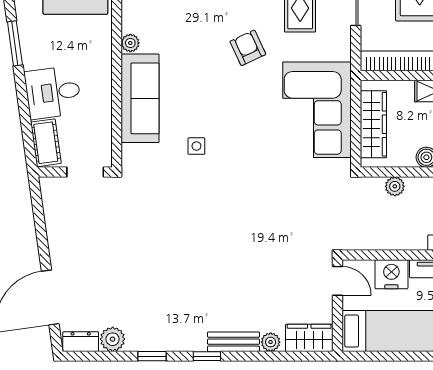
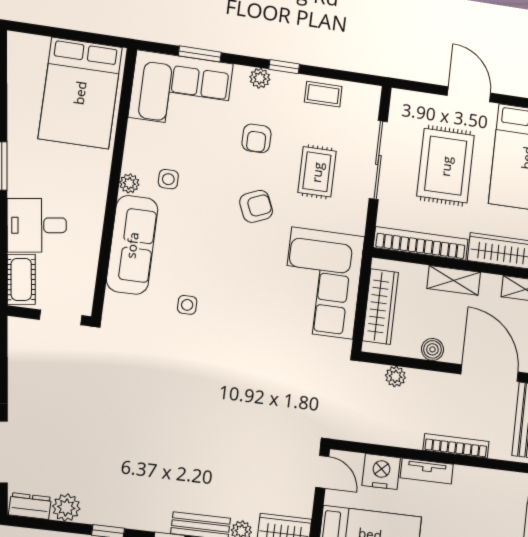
side table: (165, 34) -> (168, 179), added
armchair: (248, 48) -> (256, 206), turned 92

